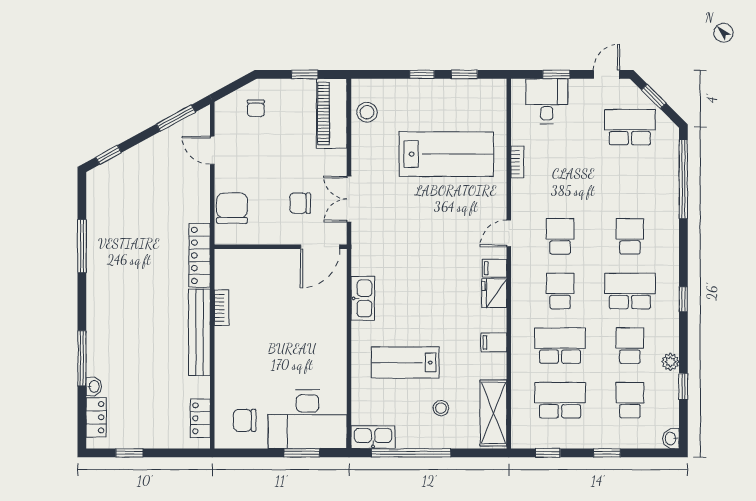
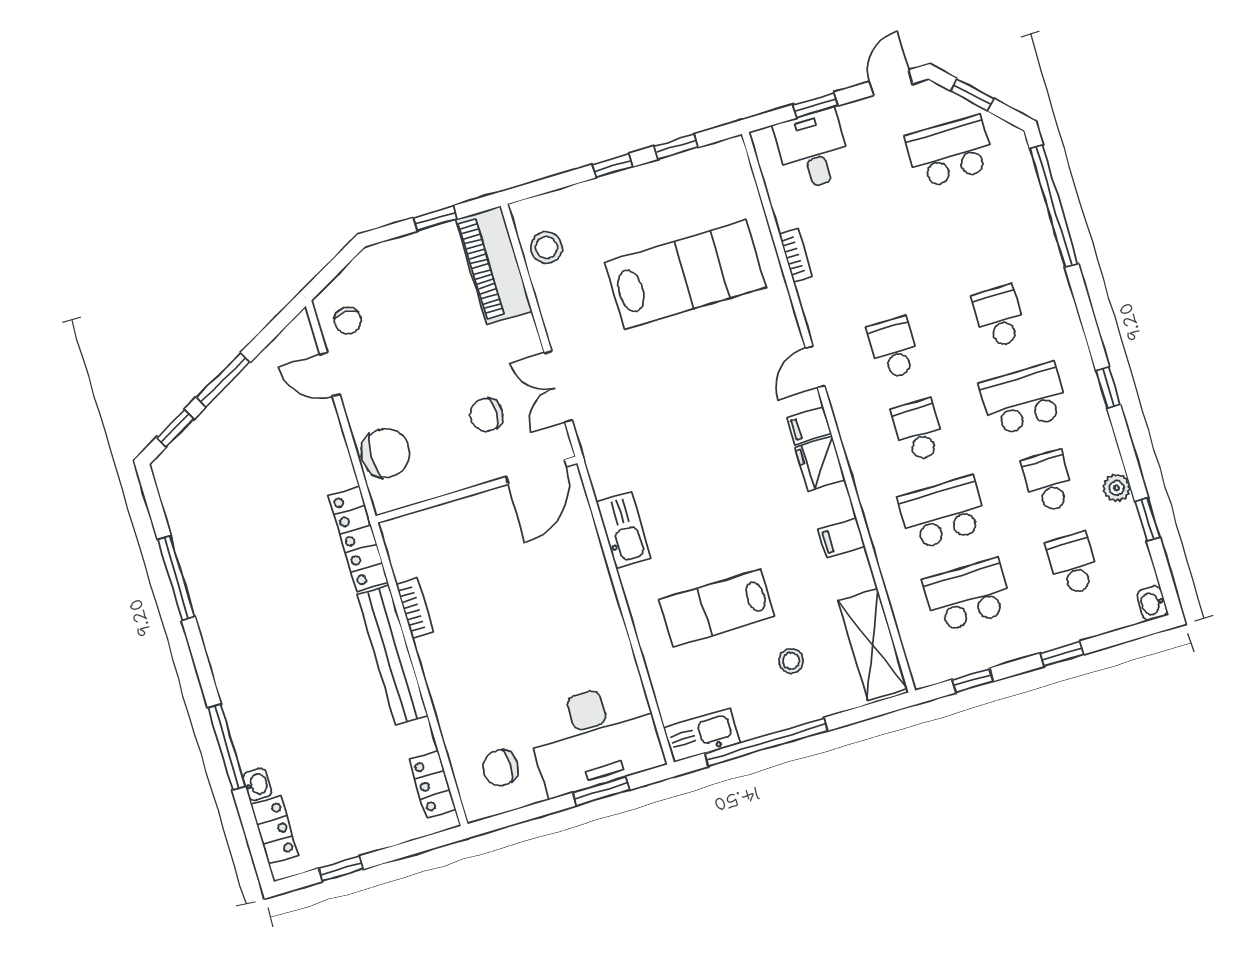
chair: (256, 108) -> (348, 321), moved
window: (176, 118) -> (223, 380), moved
chair: (232, 208) -> (386, 453), turned 90

